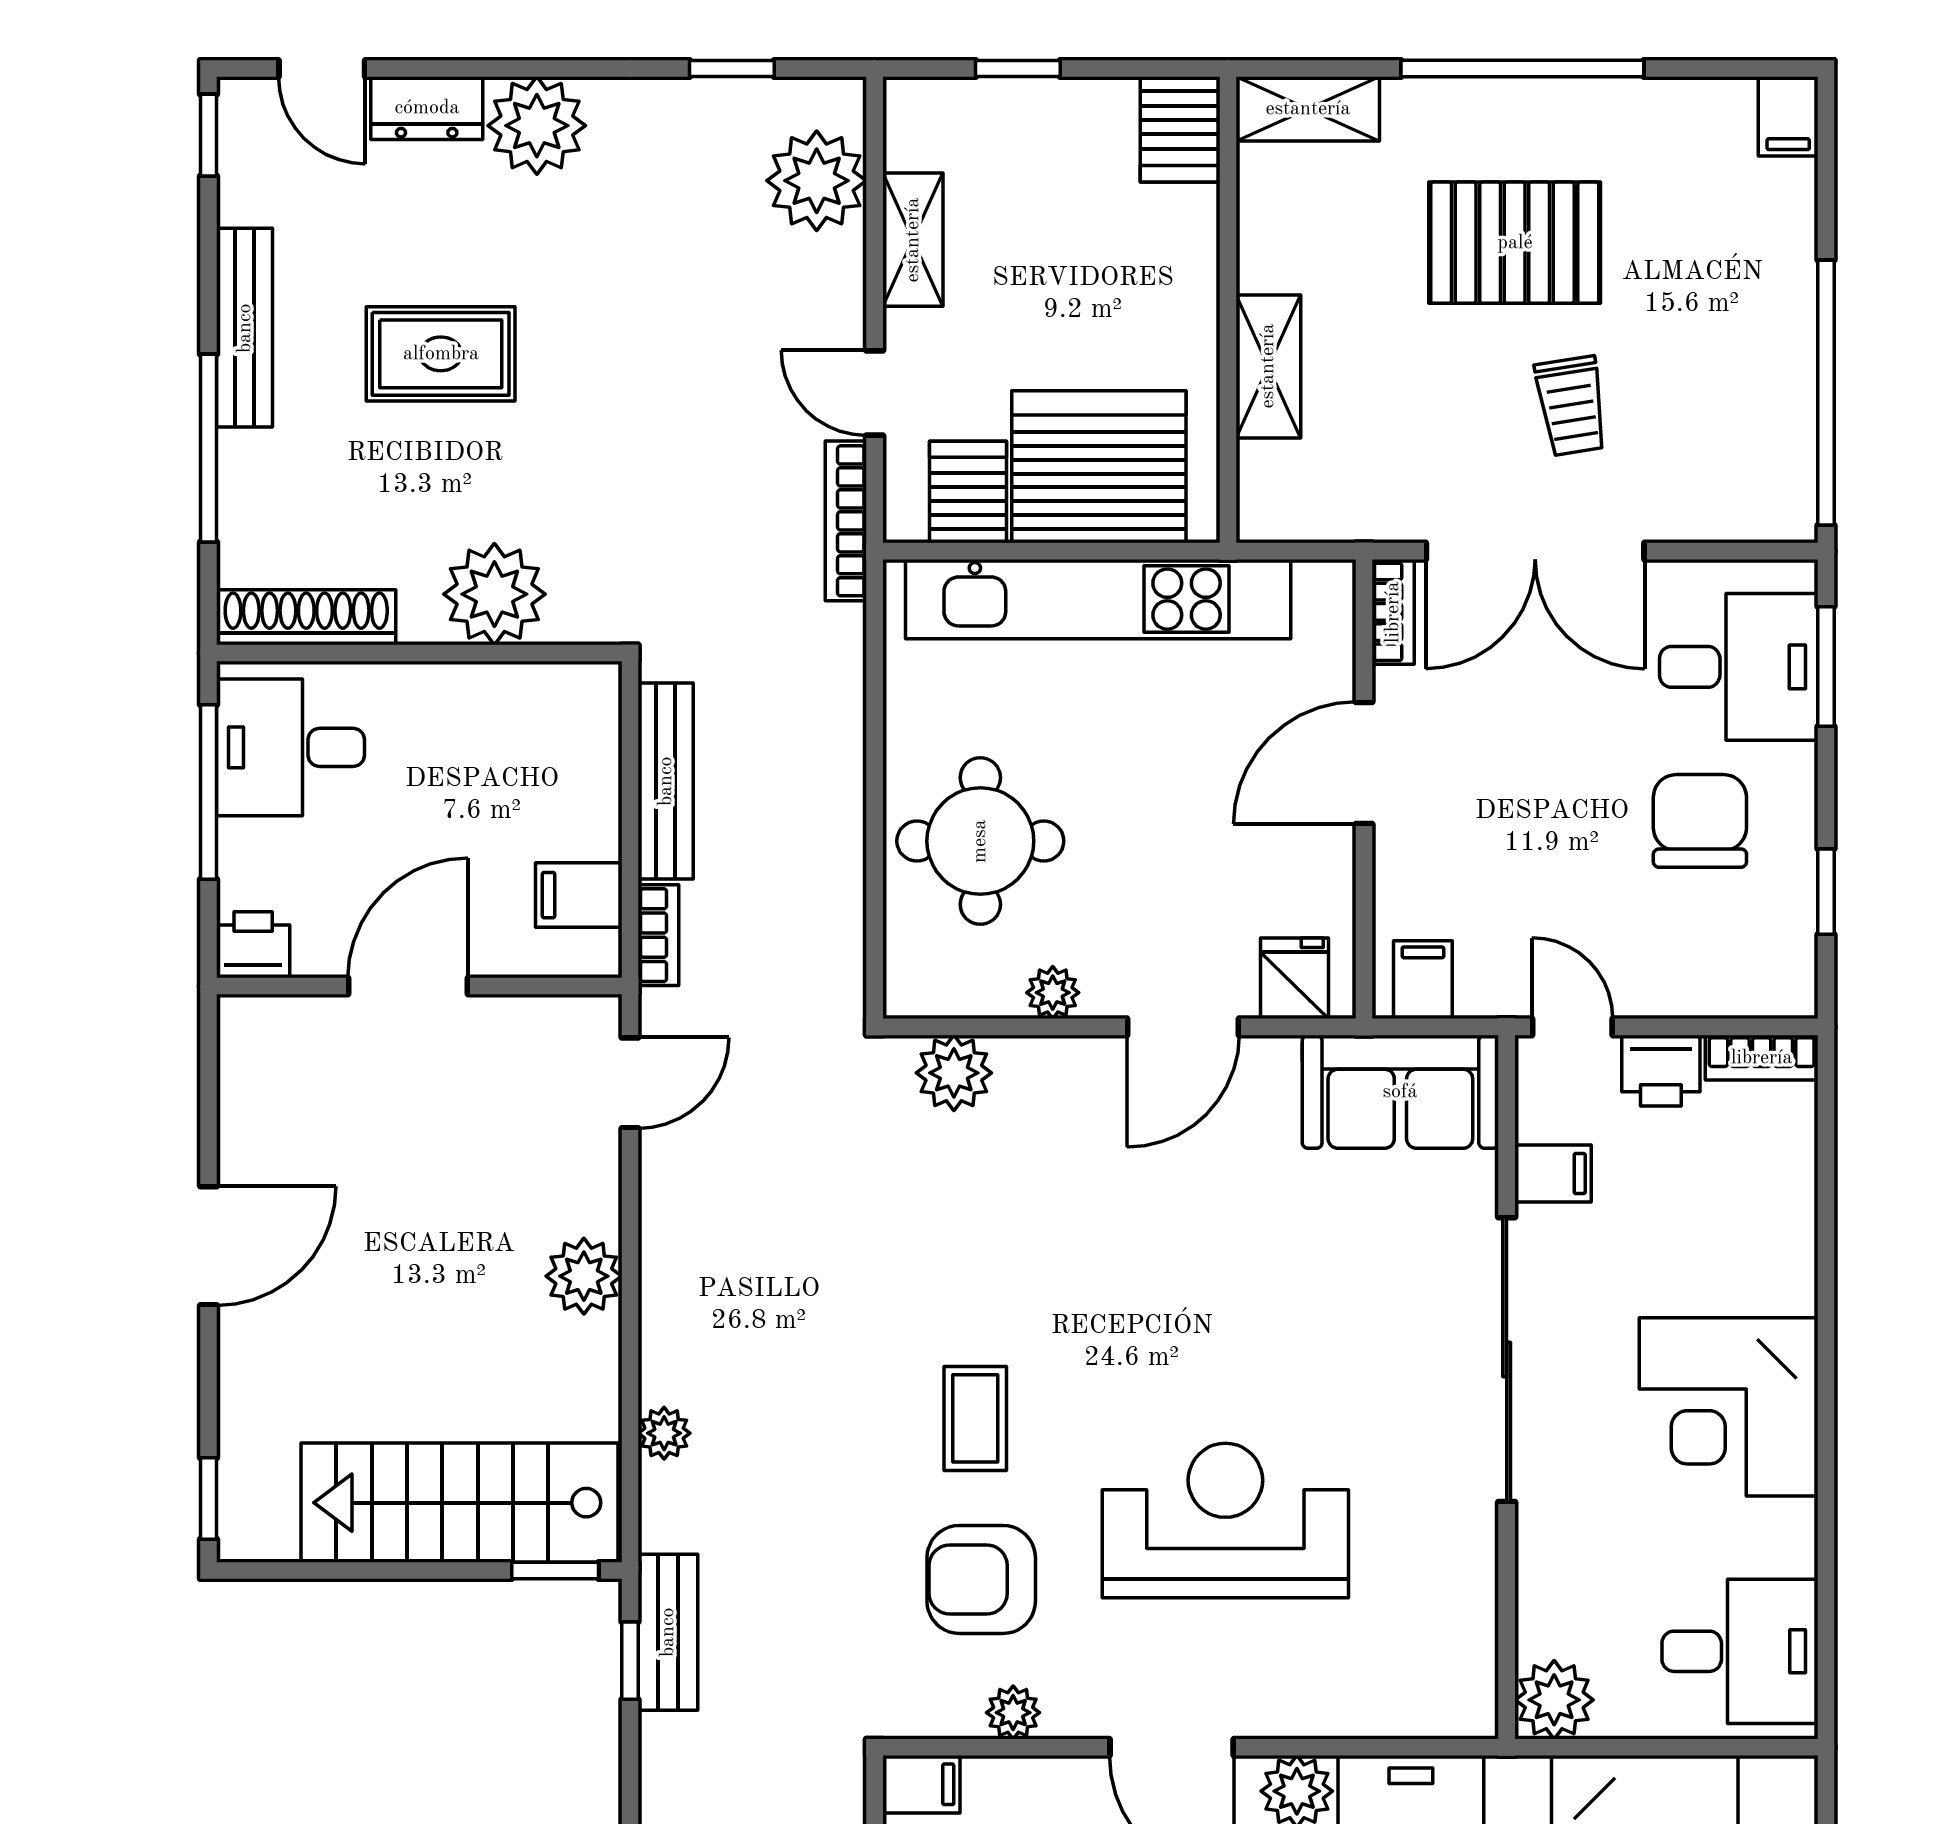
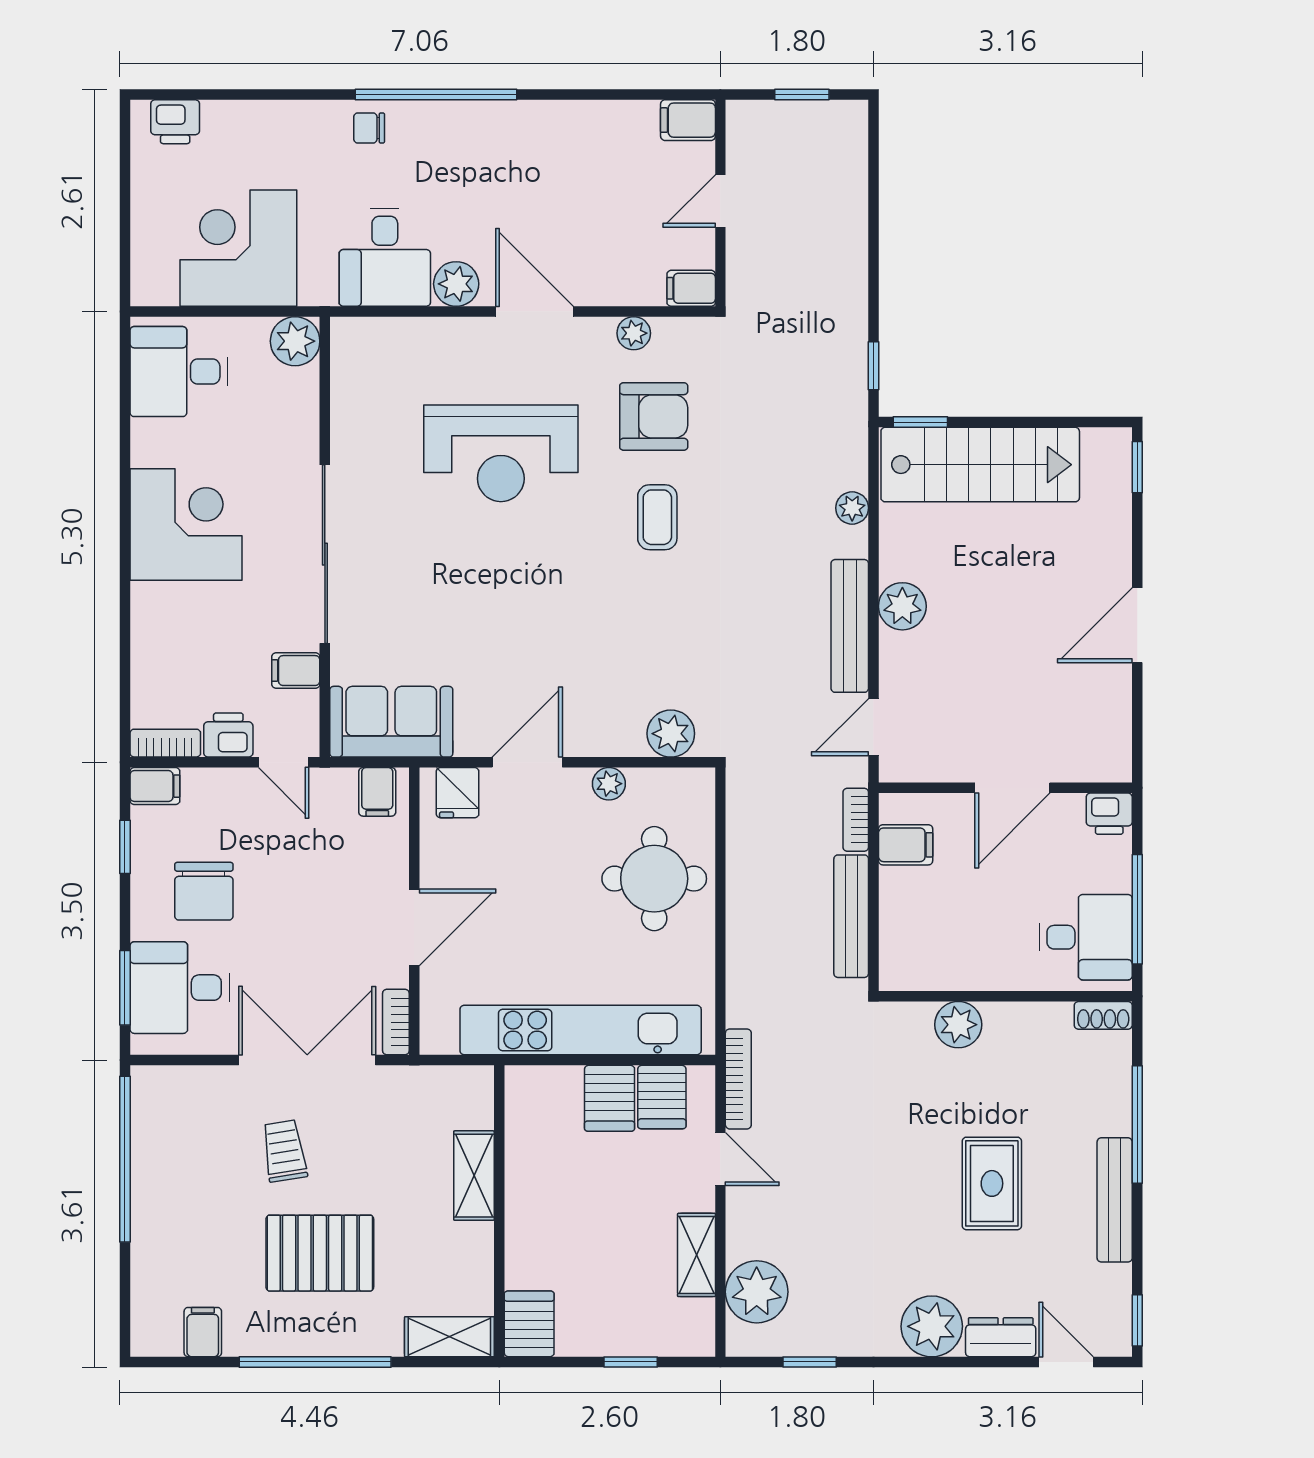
filing cabinet: (1788, 116) -> (203, 1332), moved
rug: (441, 354) -> (992, 1183), turned 90
server rack: (1099, 467) -> (610, 1098), width x0.46, depth x0.70
plant: (494, 594) -> (958, 1025), width x0.73, depth x0.73
shoe rack: (306, 617) -> (1103, 1015), width x0.51, depth x0.81
filing cabinet: (1778, 989) -> (155, 786), added
bench: (668, 1632) -> (850, 626), moved, width x1.36

